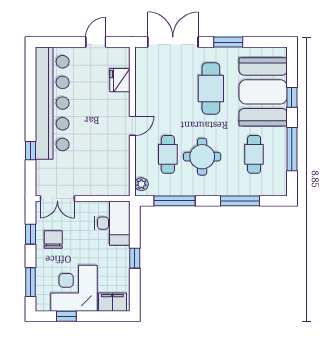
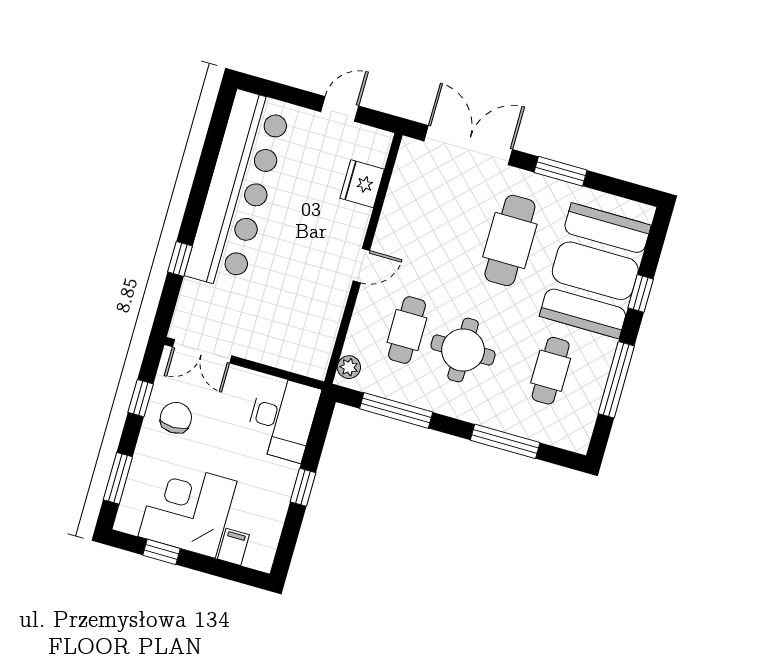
filing cabinet: (112, 302) -> (233, 547), width x0.50

